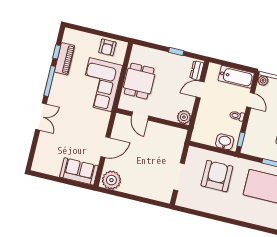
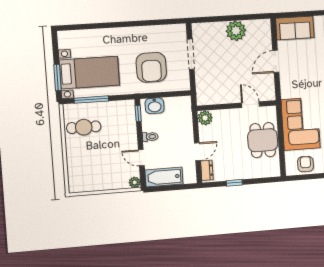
plant: (111, 180) -> (236, 31), moved

